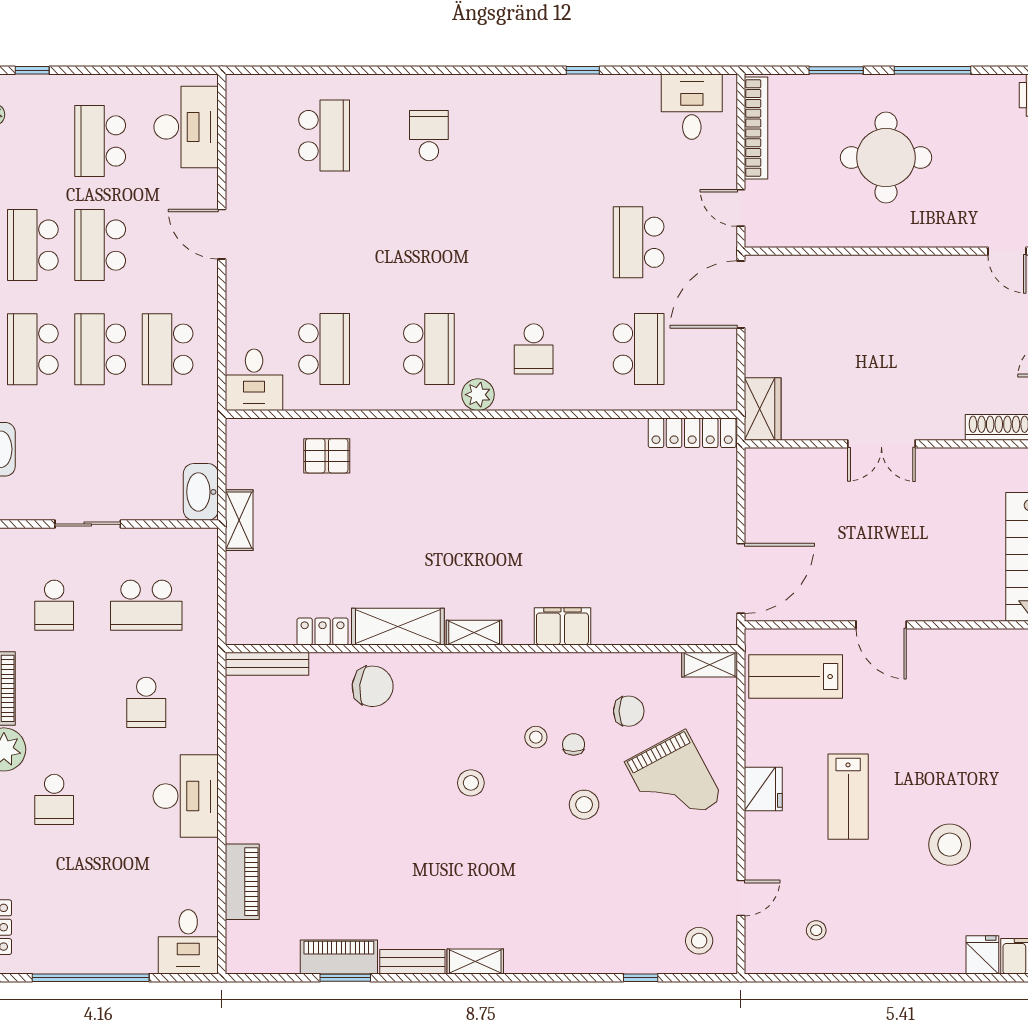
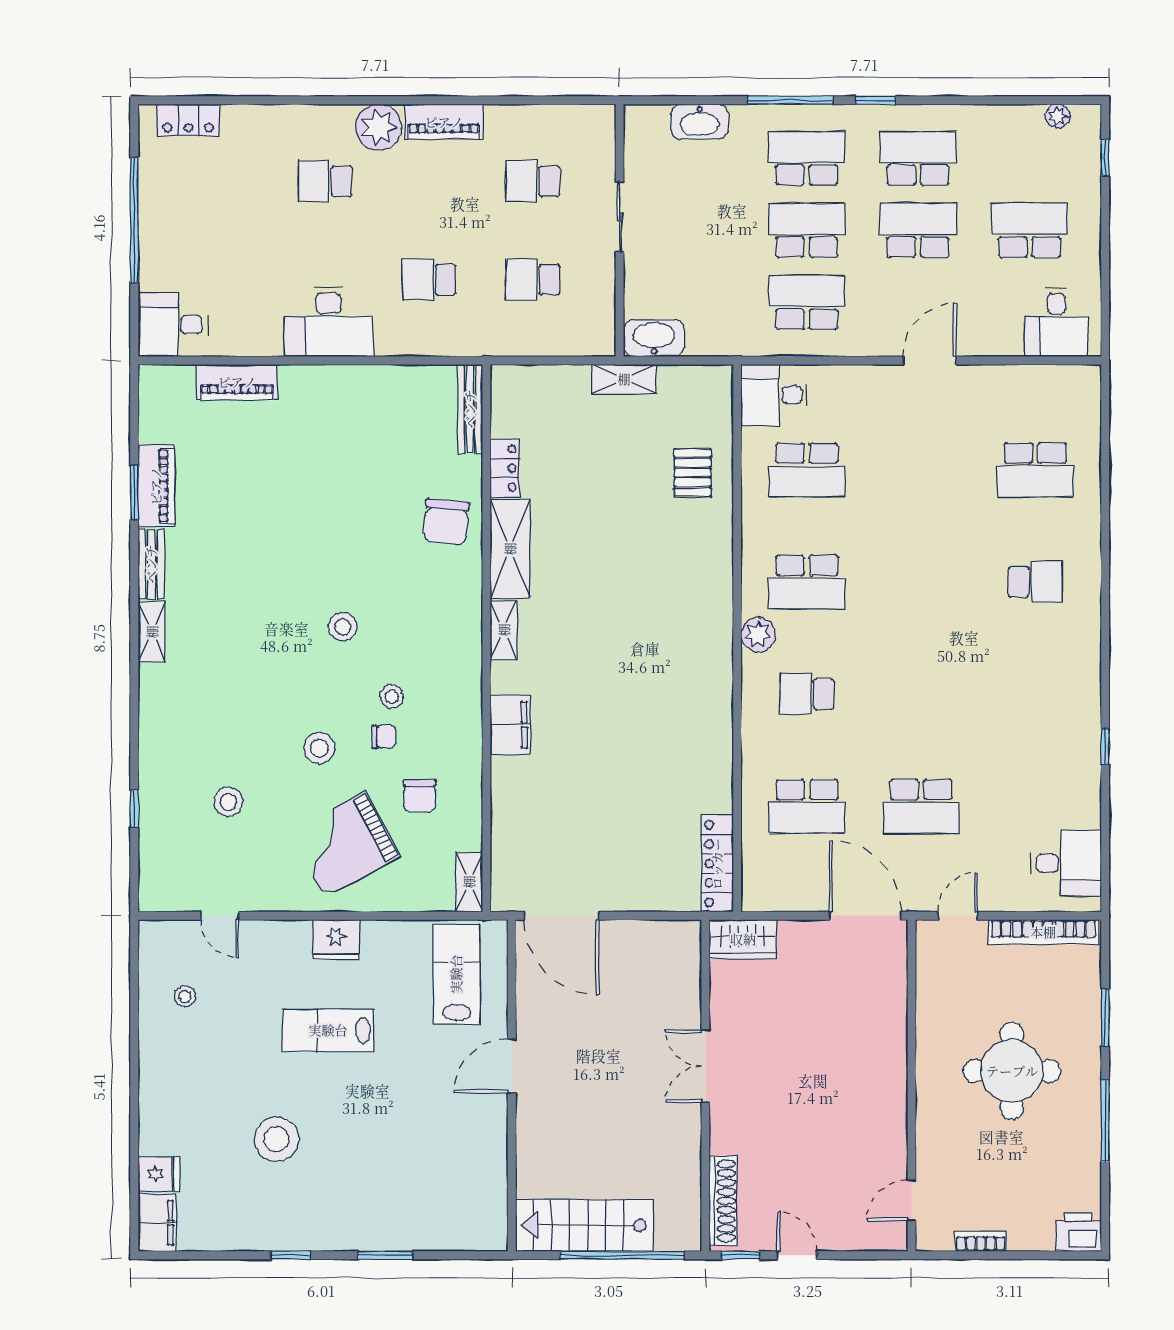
desk: (186, 127) -> (1056, 322), width x0.73
school desk: (639, 242) -> (921, 806), turned 180
school desk: (146, 605) -> (533, 280), width x0.54
stool: (699, 941) -> (228, 802), moved

